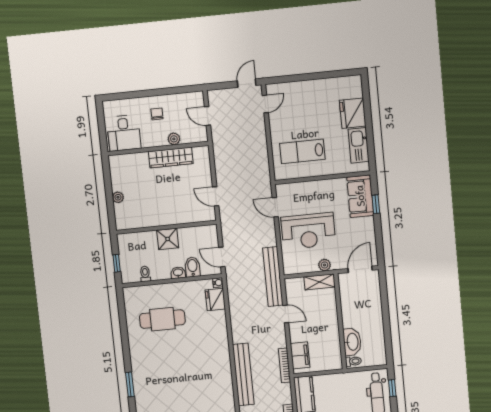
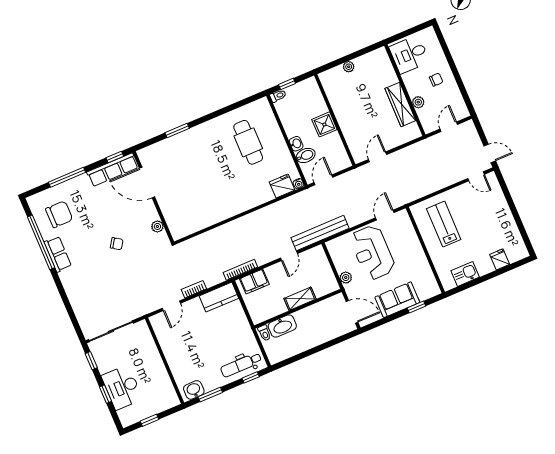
fridge: (353, 113) -> (500, 259), width x0.53, depth x0.75
kitchen sink: (359, 145) -> (465, 274), width x0.73
sofa: (360, 196) -> (397, 300), moved
toilet: (145, 274) -> (278, 96), moved
shelving: (320, 282) -> (300, 299), moved, turned 90
bench: (243, 375) -> (220, 234), removed

